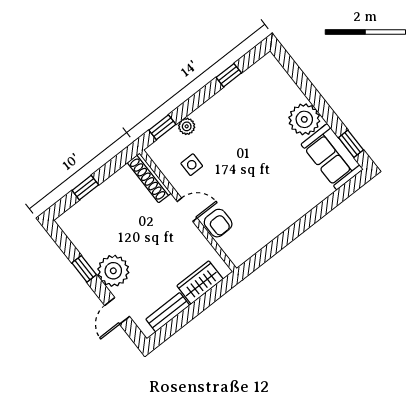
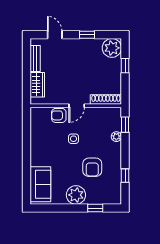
armchair: (251, 126) -> (92, 167), added
window: (351, 144) -> (95, 208), moved
sofa: (332, 157) -> (40, 184), moved, turned 90
side table: (192, 165) -> (74, 139), moved
plant: (113, 271) -> (112, 48), moved

